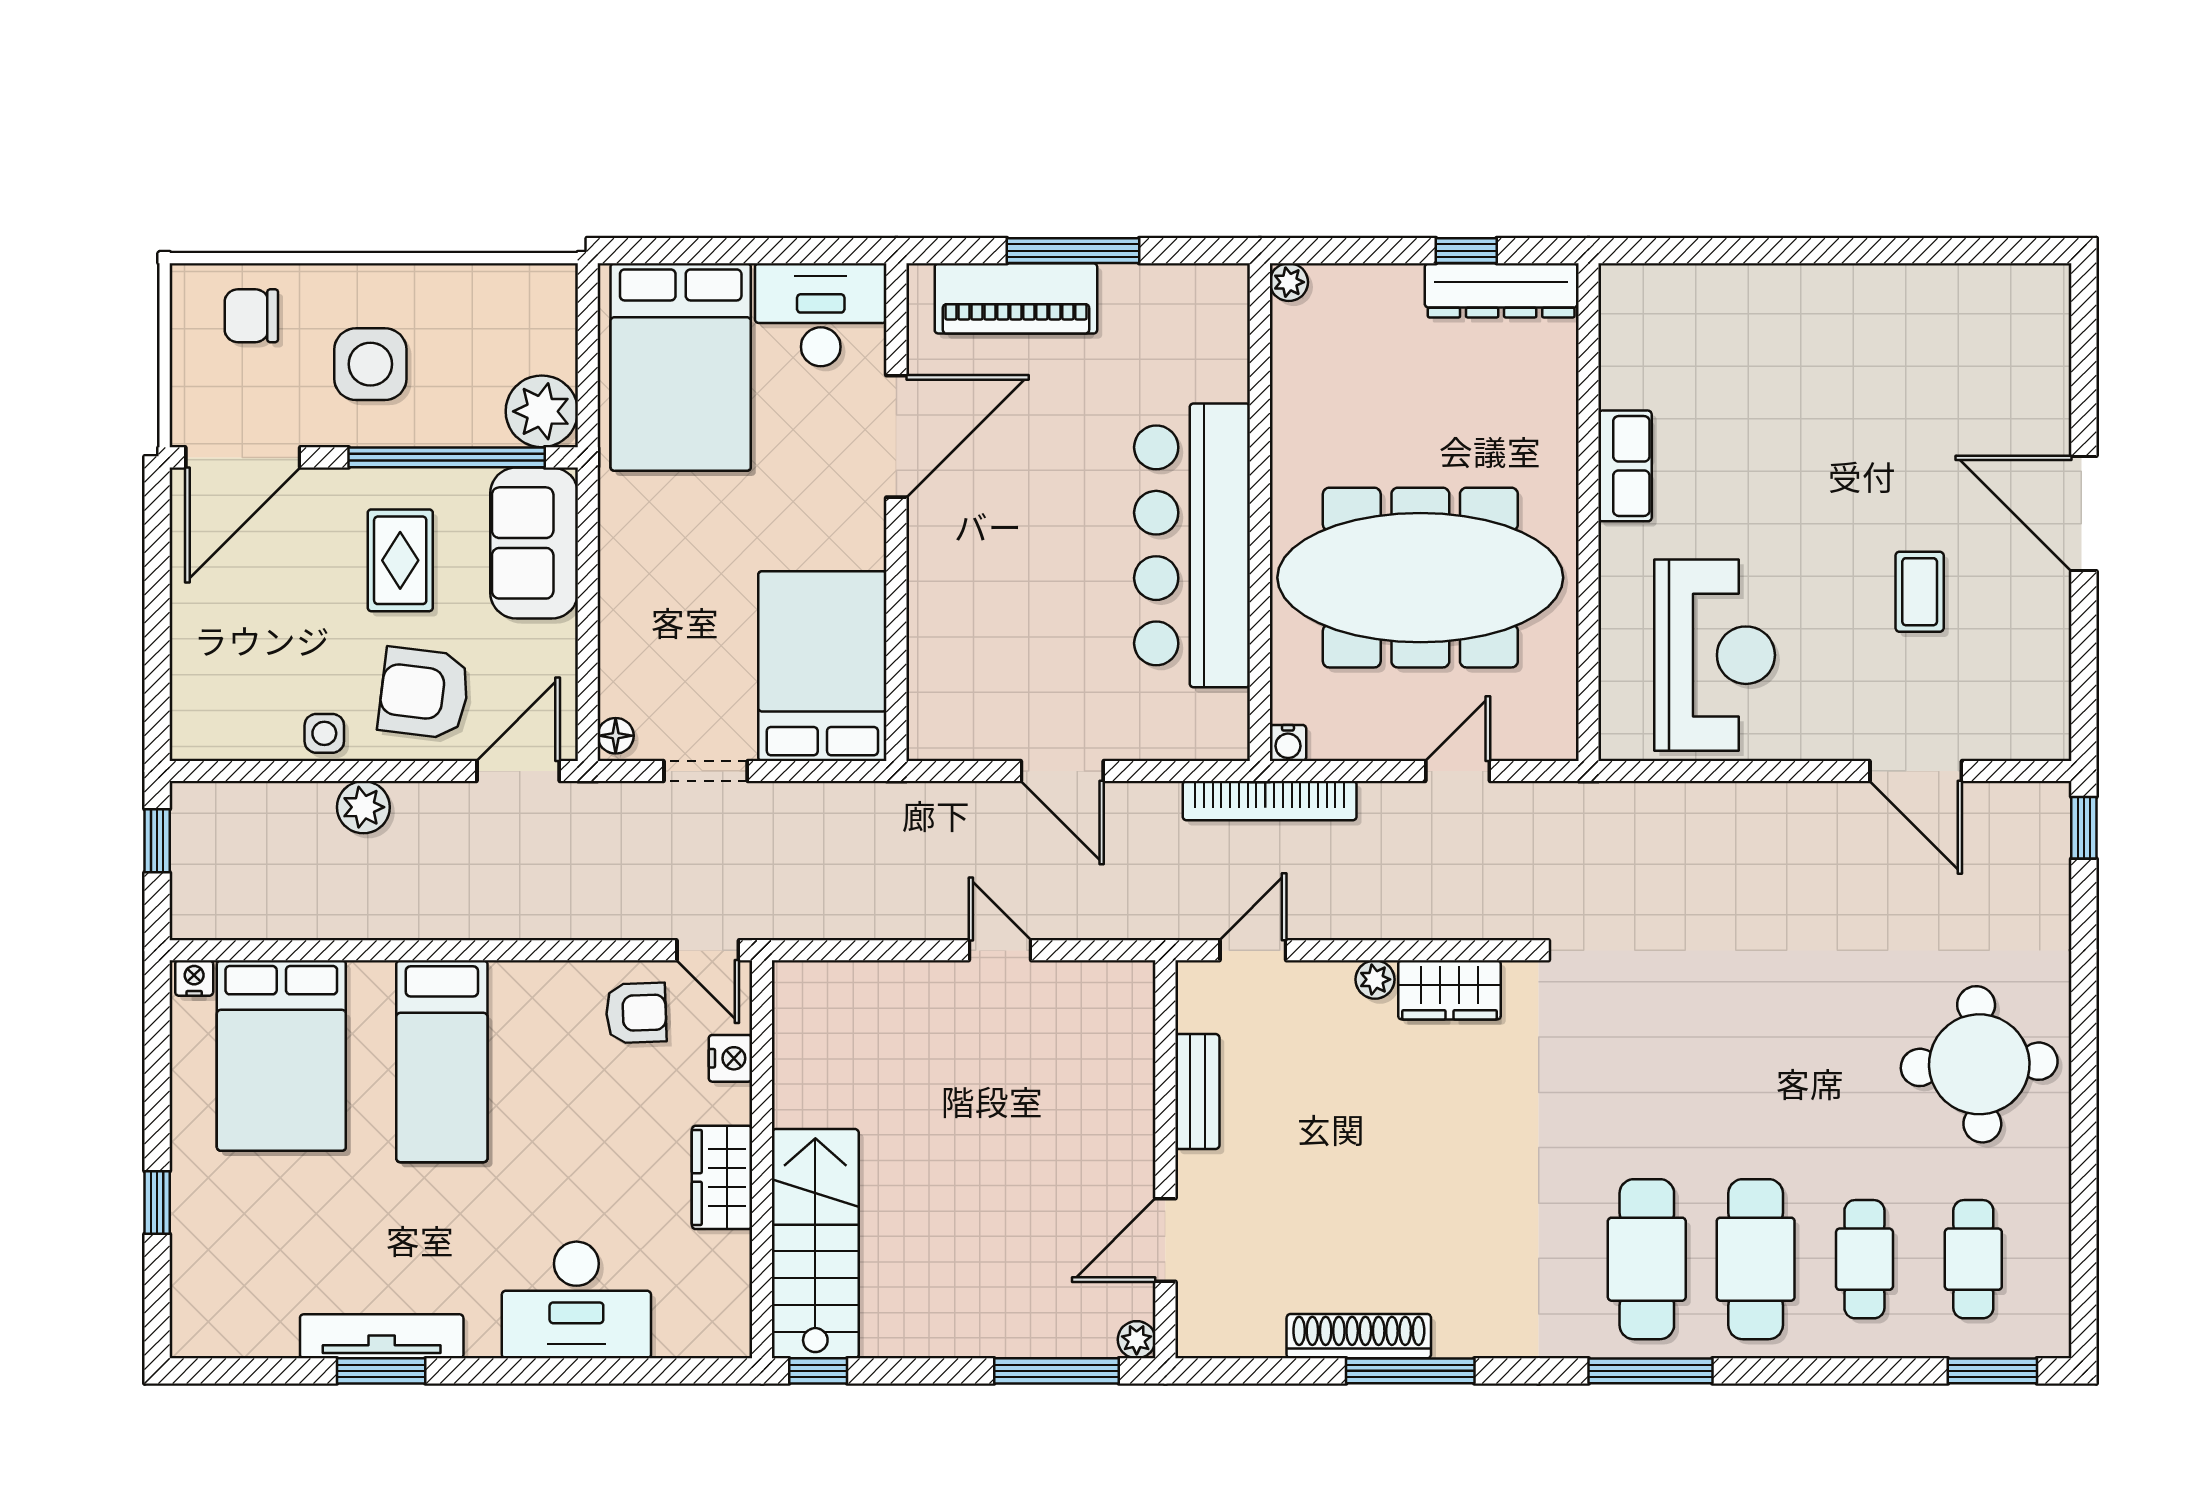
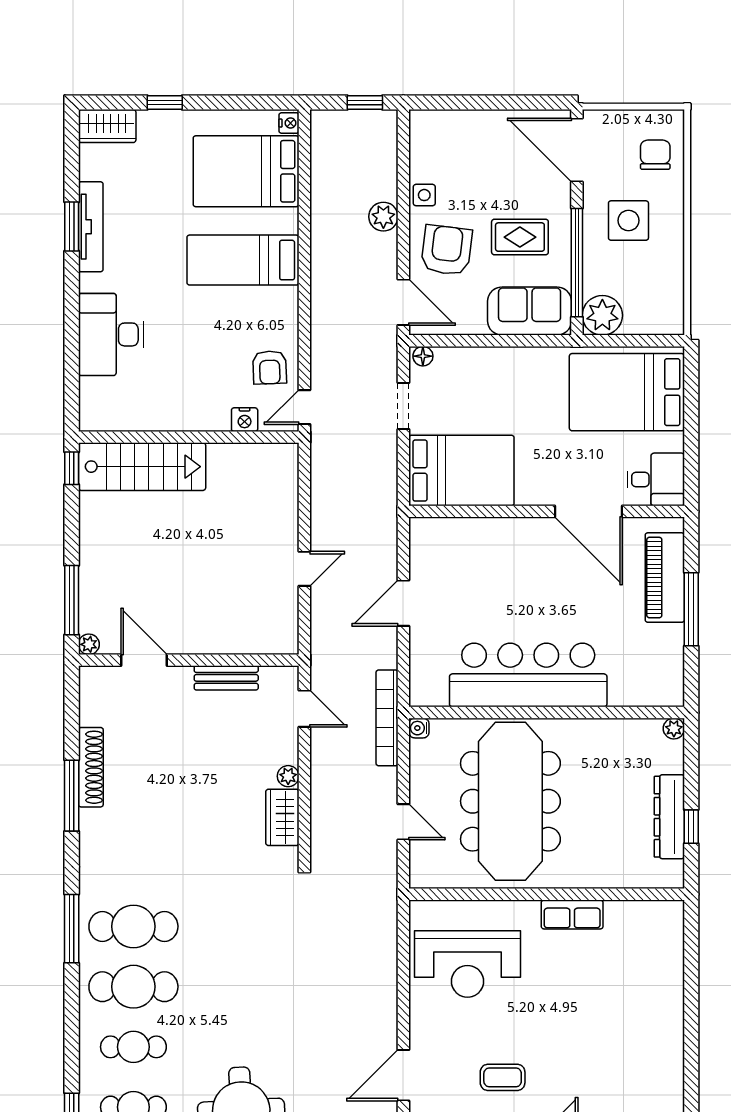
dresser: (1501, 290) -> (669, 817), moved
desk: (821, 315) -> (656, 479), width x0.73
wardrobe: (722, 1177) -> (107, 126), moved, turned 180

